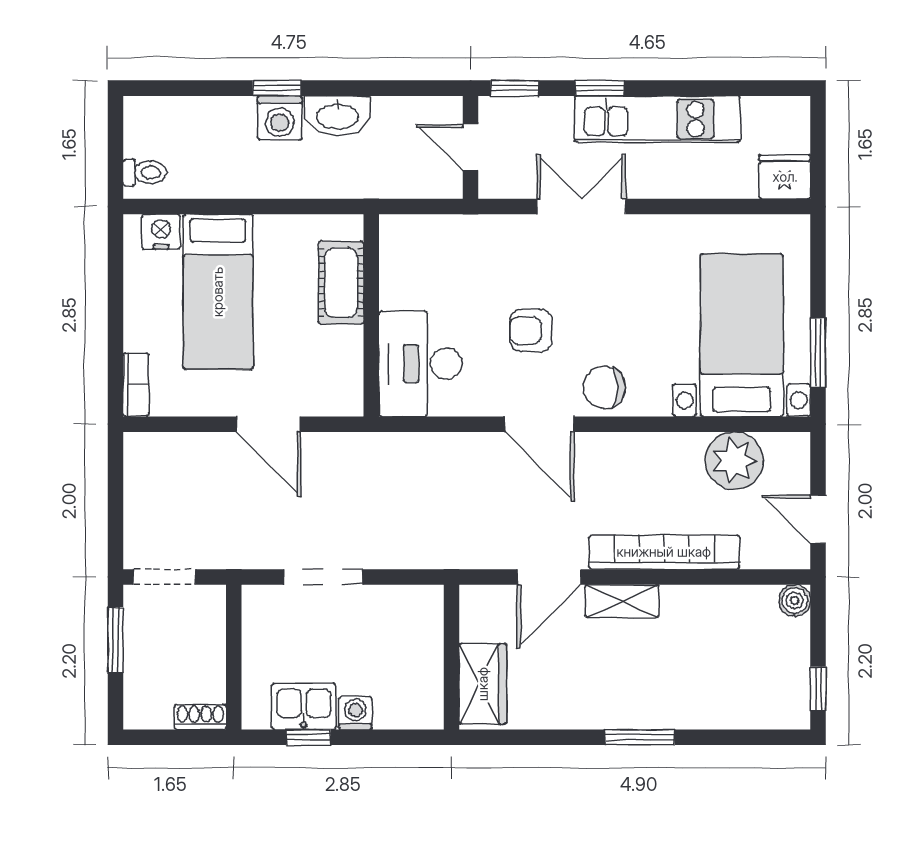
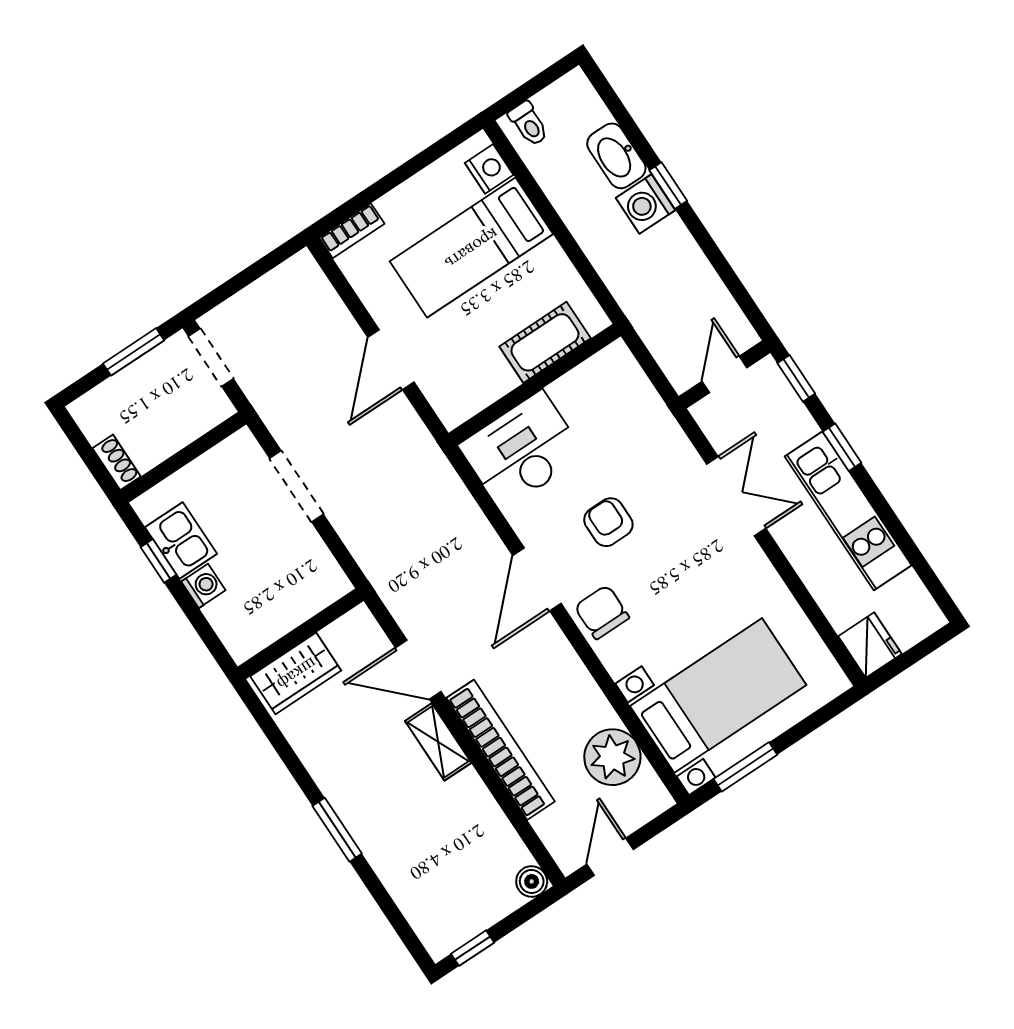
washbasin: (337, 116) -> (616, 156), moved

